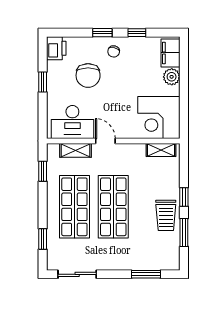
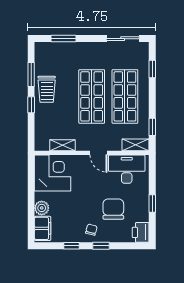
shelving: (76, 150) -> (135, 145), moved
shelving: (161, 150) -> (62, 145), moved
trolley: (166, 215) -> (47, 89), turned 180

